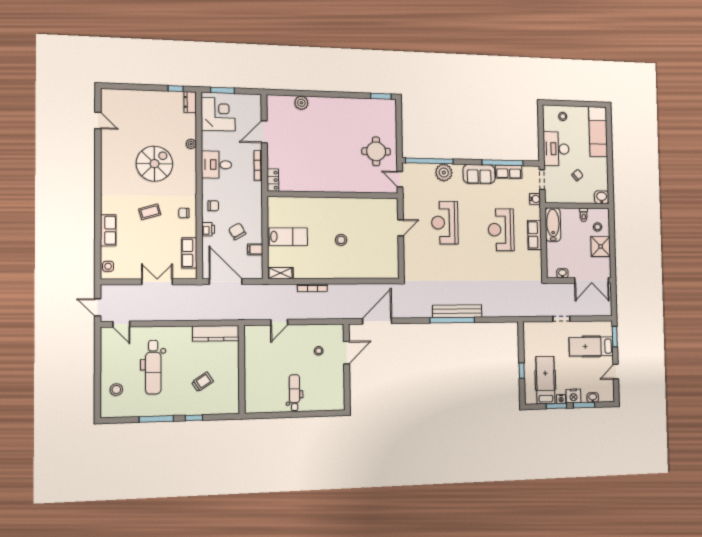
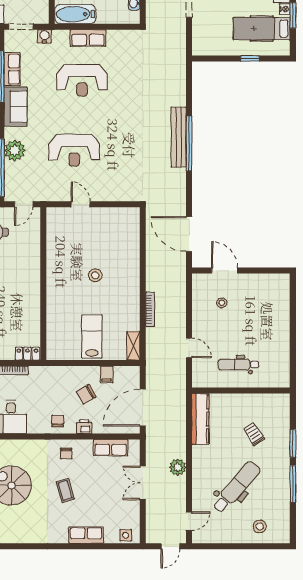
plant: (172, 313) -> (178, 467), added
dental chair: (153, 367) -> (236, 487), turned -49
dental chair: (294, 393) -> (238, 364), moved
window: (194, 418) -> (293, 443), width x1.50

